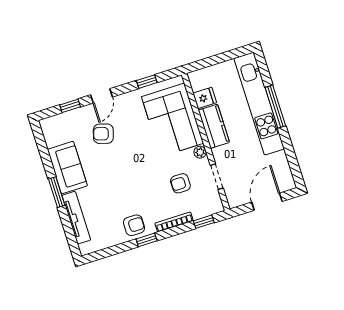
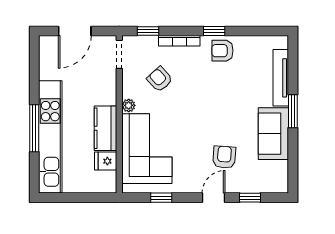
armchair: (103, 134) -> (224, 157), turned -103
doorway: (217, 177) -> (119, 54), moved
armchair: (180, 183) -> (160, 79), turned -132

